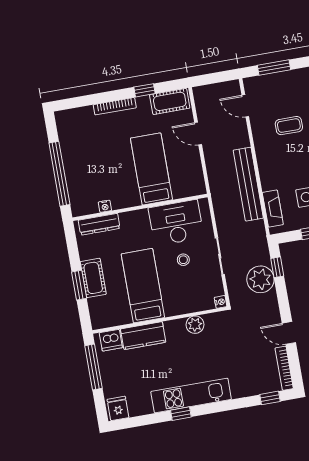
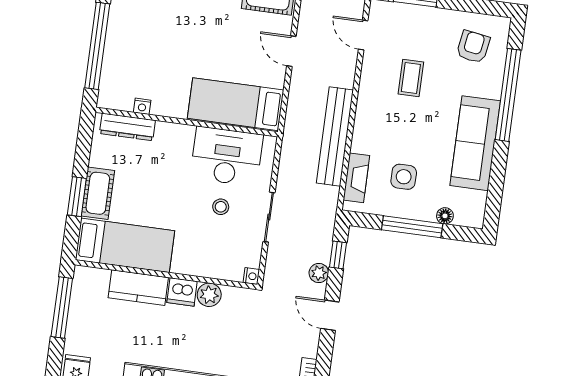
coffee table: (289, 126) -> (411, 78), turned 90
bed: (151, 169) -> (236, 104), moved, turned -90
plant: (260, 279) -> (319, 273), width x0.53, depth x0.53
bed: (143, 286) -> (125, 245), moved, turned 90
door: (289, 333) -> (330, 315), moved
dishwasher: (111, 340) -> (182, 292), moved

